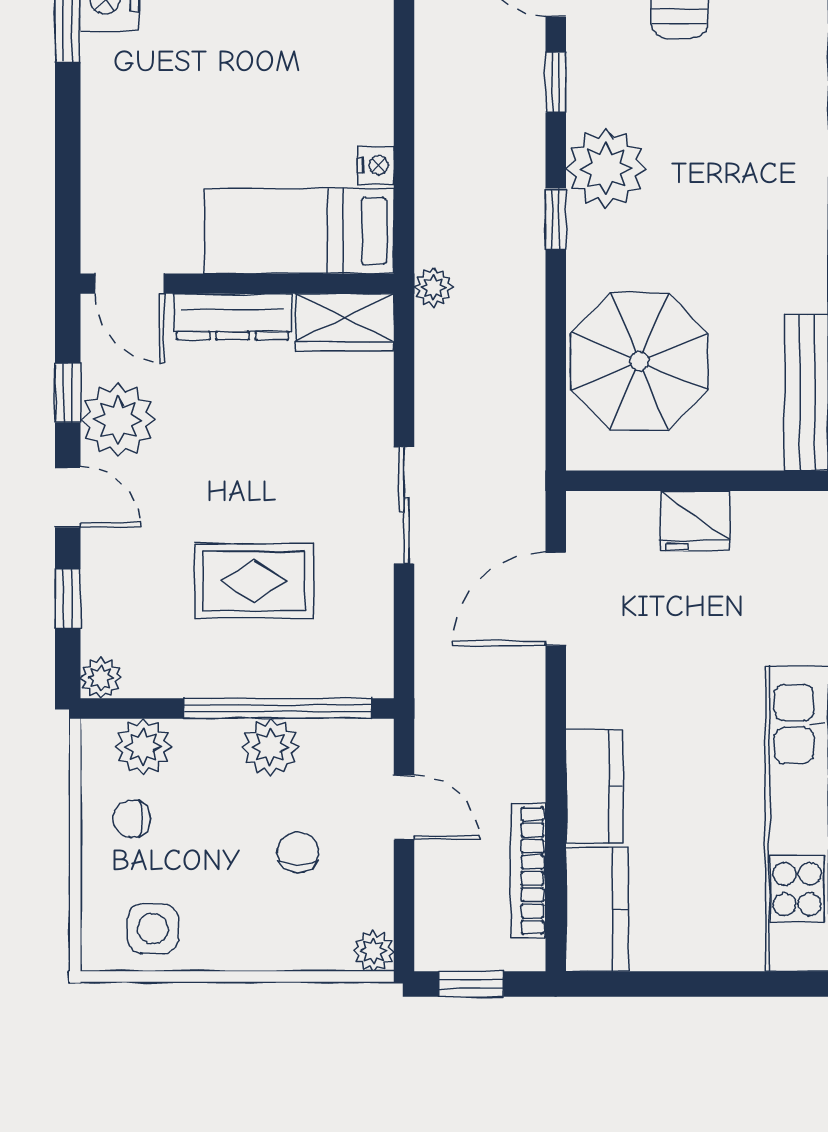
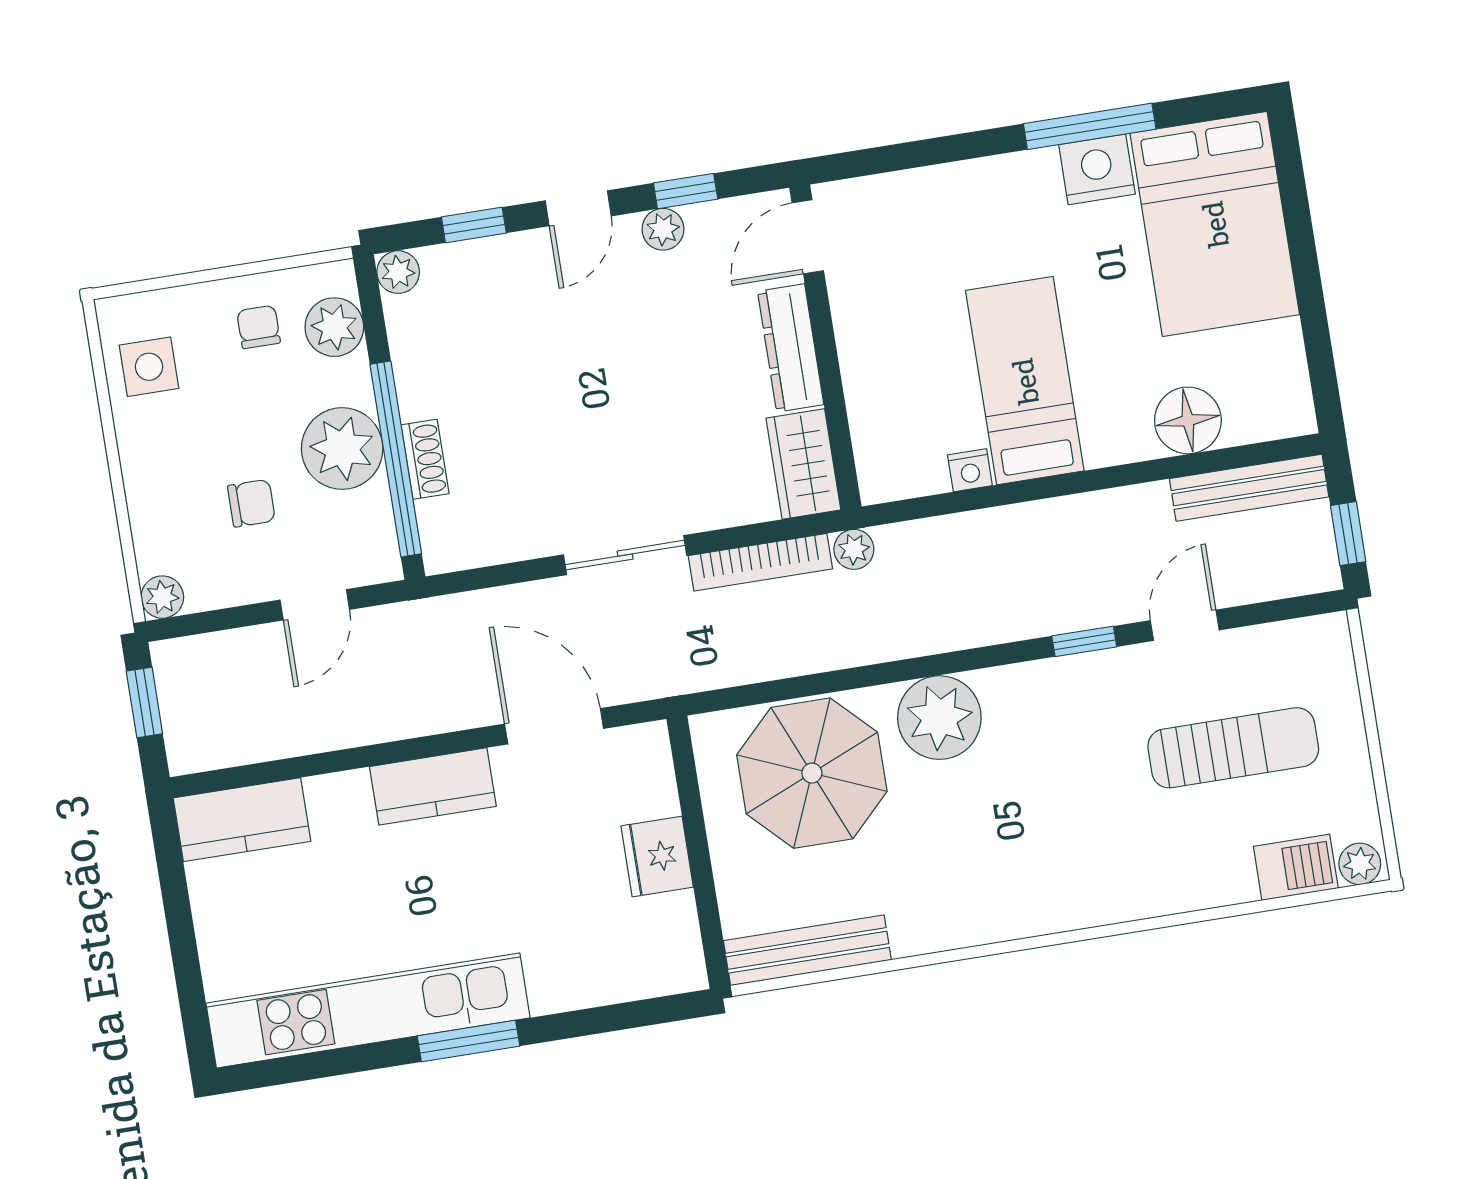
plant: (606, 168) -> (939, 718), moved
window: (556, 219) -> (944, 664), removed
bed: (299, 231) -> (1025, 381), moved
plant: (118, 420) -> (663, 229), width x0.53, depth x0.53
rug: (254, 581) -> (523, 414), removed
shoe rack: (283, 681) -> (425, 459), added
plant: (270, 747) -> (342, 449), width x1.36, depth x1.36
kitchen counter: (594, 786) -> (433, 786), moved
bookcase: (528, 871) -> (760, 562), moved, turned 180

